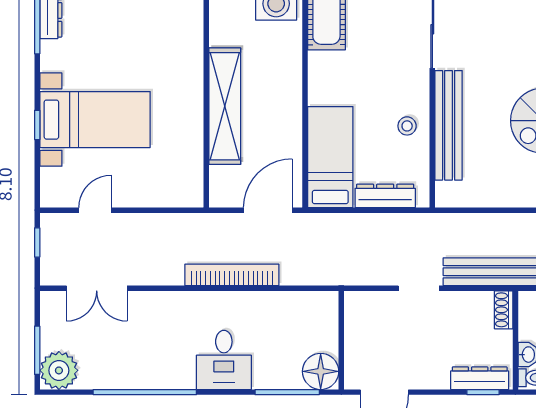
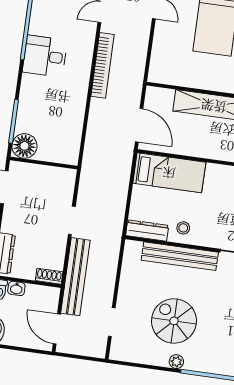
dresser: (385, 196) -> (147, 230), moved, turned -90
bookcase: (232, 275) -> (103, 65), moved
desk: (224, 360) -> (45, 56), moved

